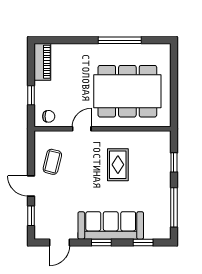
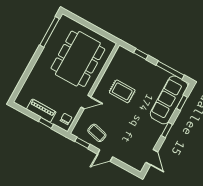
window: (120, 40) -> (50, 32), moved
piano: (42, 62) -> (41, 111), moved
door: (82, 129) -> (86, 102), swing flipped
window: (31, 216) -> (82, 143), moved
sofa: (111, 225) -> (169, 100), moved

